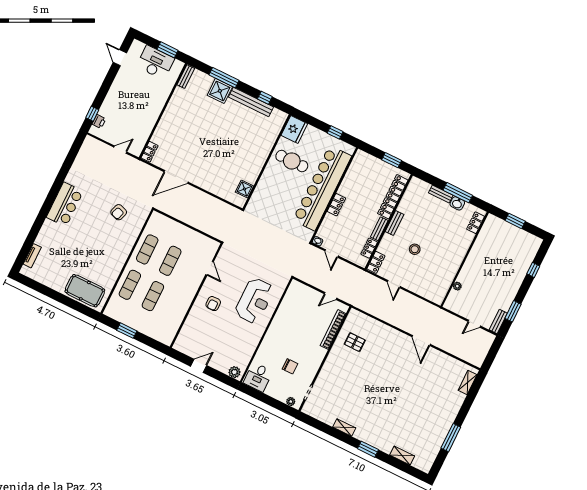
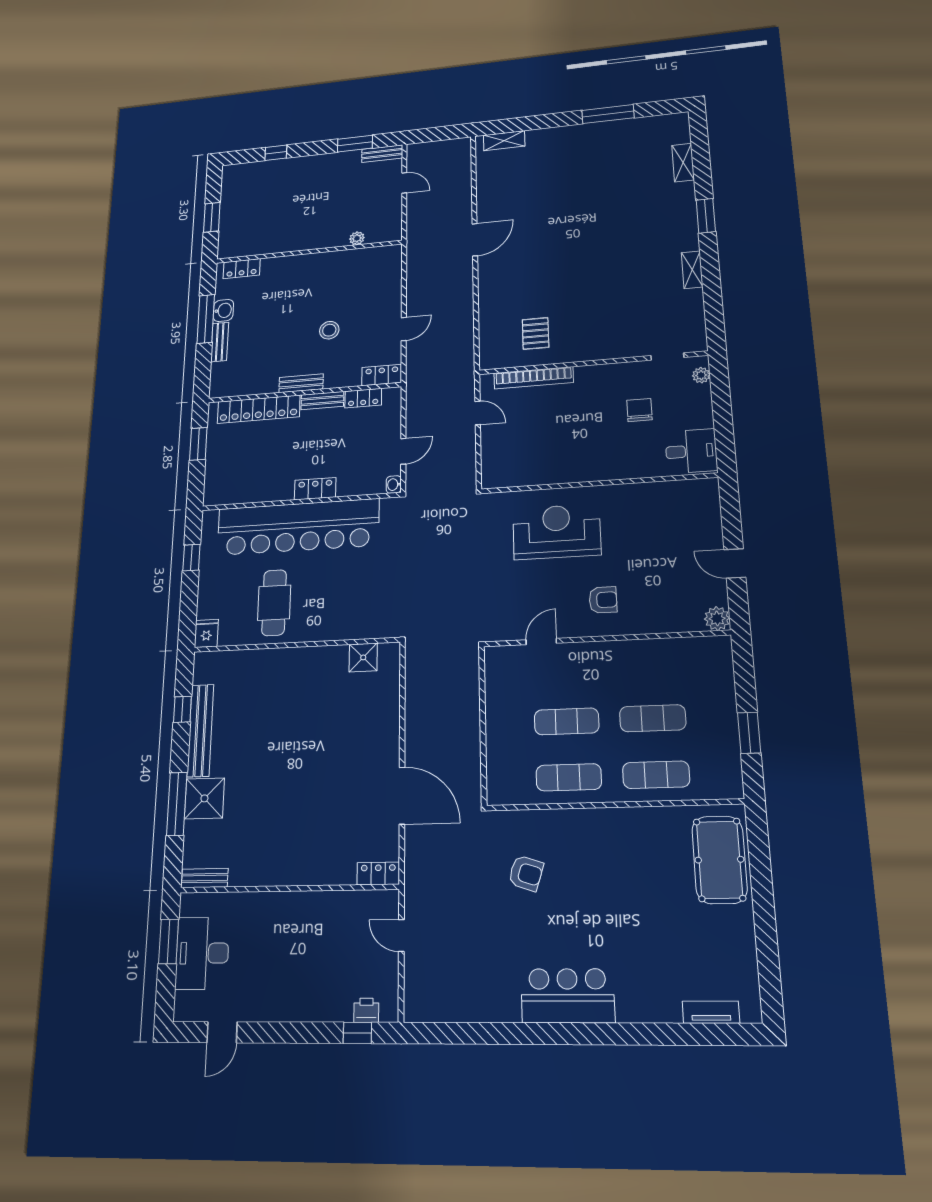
fridge: (294, 129) -> (206, 633), width x0.53, depth x0.75
plant: (234, 372) -> (717, 619), moved

